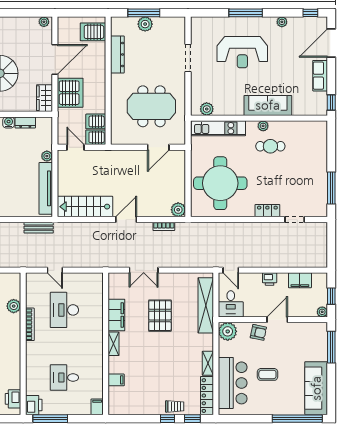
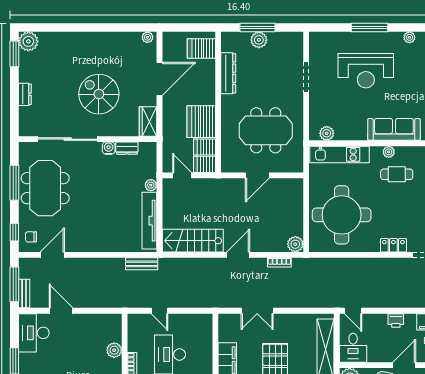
server rack: (70, 93) -> (201, 122), moved, turned 180
door: (158, 147) -> (257, 175), moved

